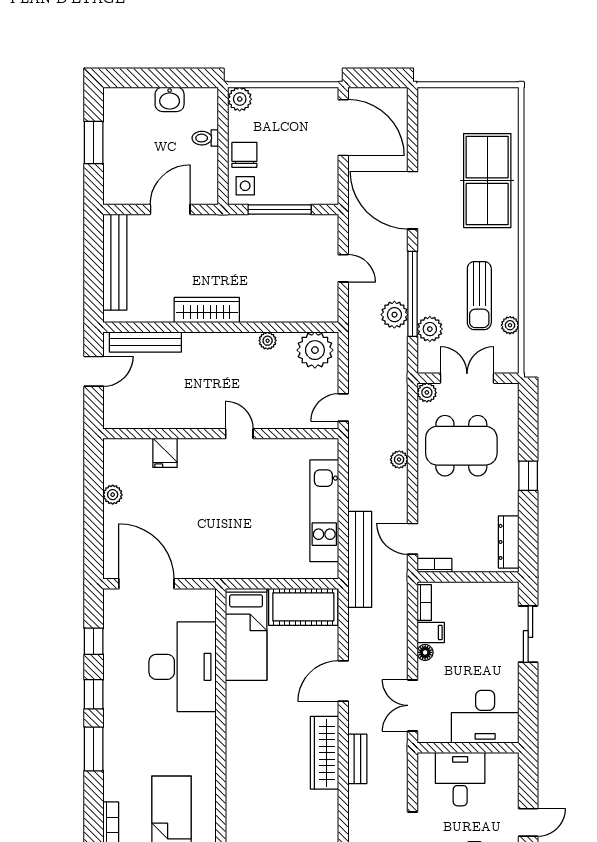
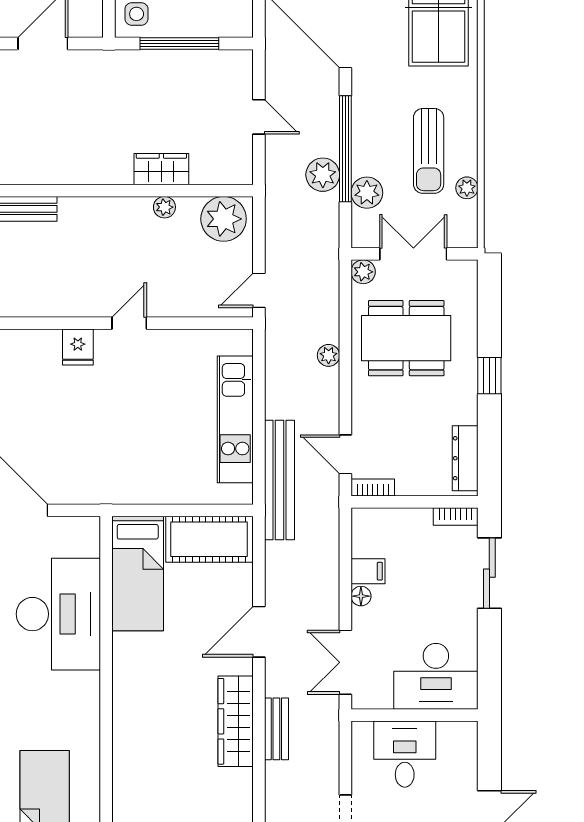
wardrobe: (207, 310) -> (161, 169), moved, width x0.67
door: (239, 434) -> (129, 323), hinge flipped
fridge: (165, 453) -> (78, 347), moved
bookcase: (424, 603) -> (456, 517), moved, turned 90

